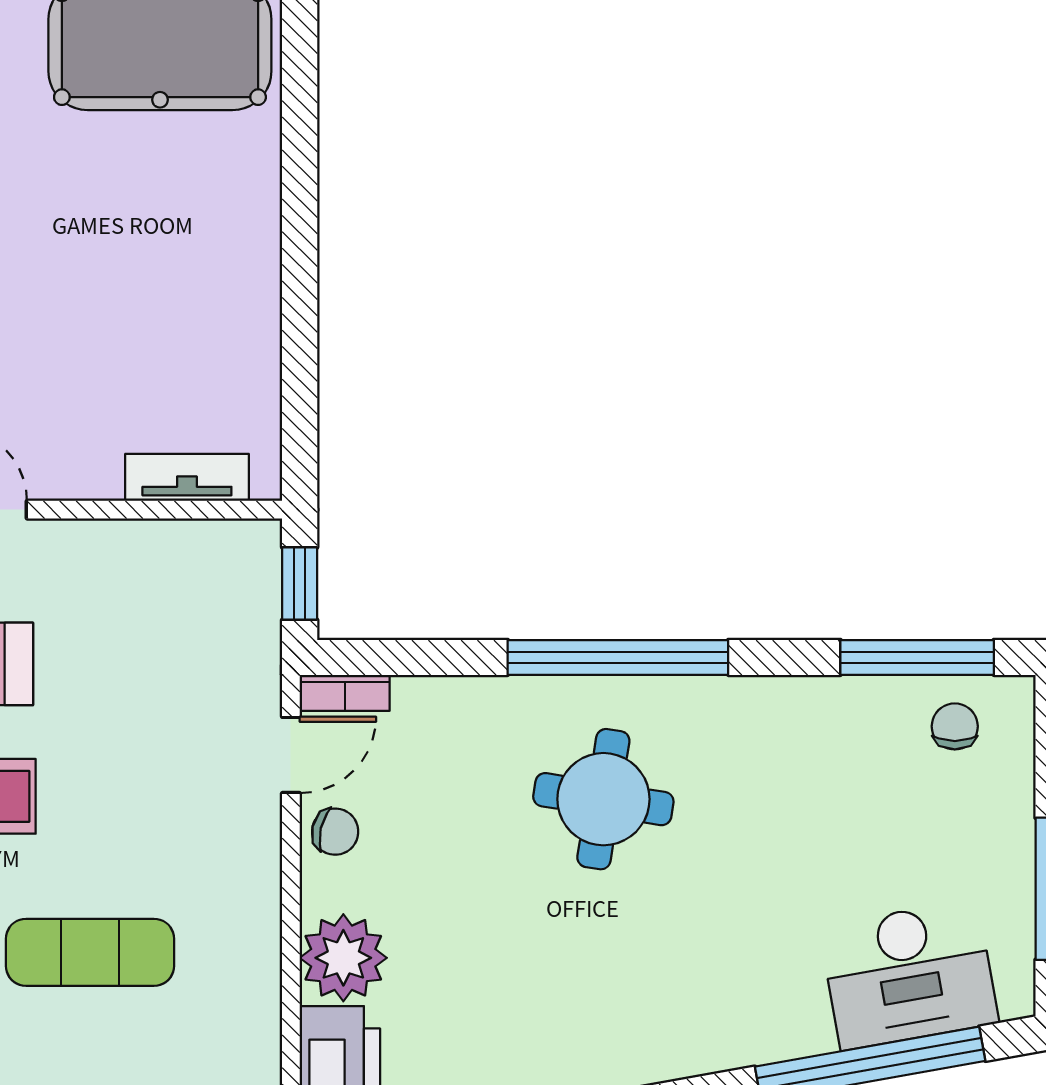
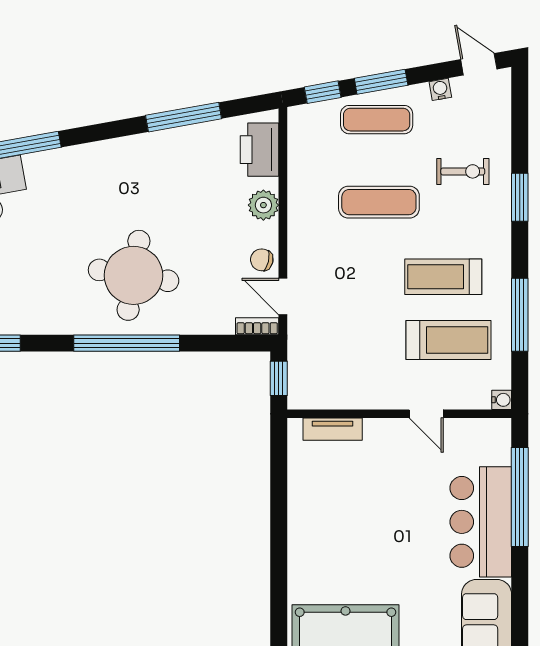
door: (291, 755) -> (283, 297), hinge flipped
round table: (603, 799) -> (134, 275), width x1.36, depth x1.36
plant: (343, 958) -> (263, 205), width x0.73, depth x0.73

